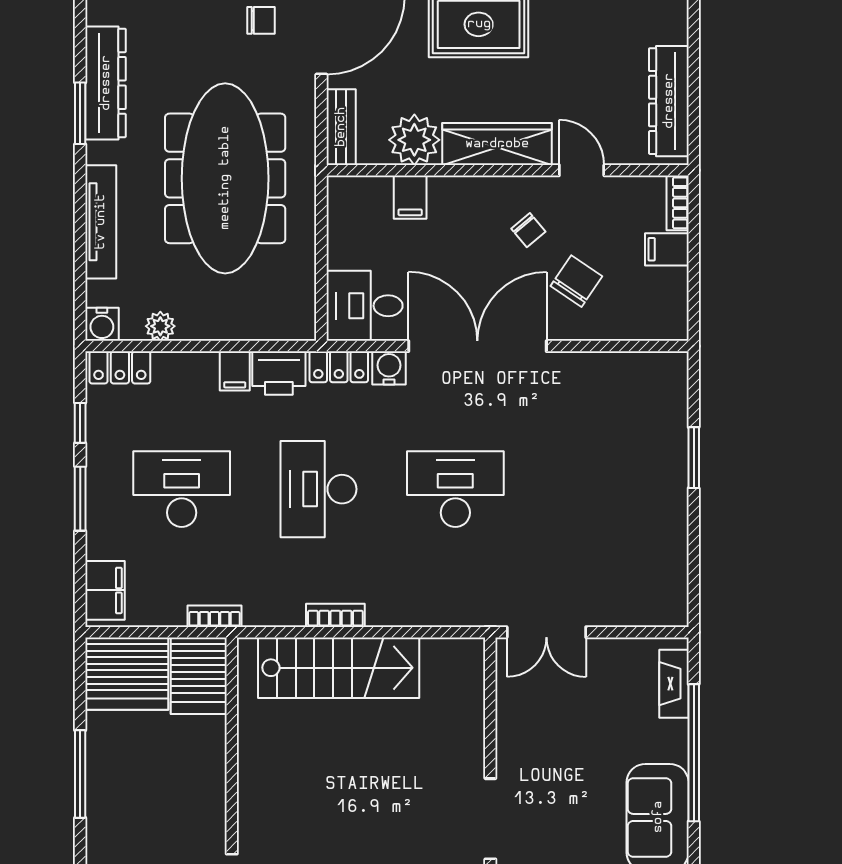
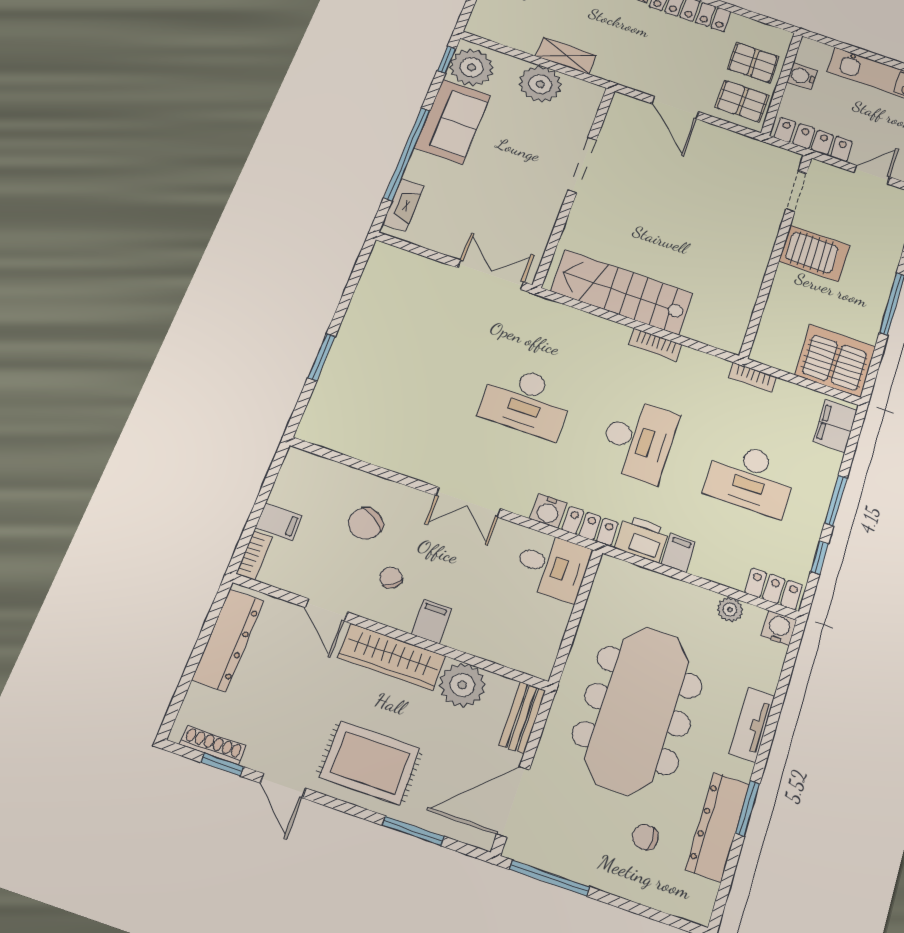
chair: (261, 20) -> (645, 837), moved
filing cabinet: (410, 197) -> (431, 621), moved
tv unit: (101, 222) -> (752, 725), width x0.71
double door: (477, 346) -> (468, 502), width x0.54
stairs: (339, 668) -> (622, 292), moved
server rack: (198, 676) -> (814, 253), moved, turned 90

